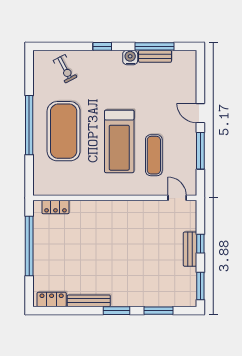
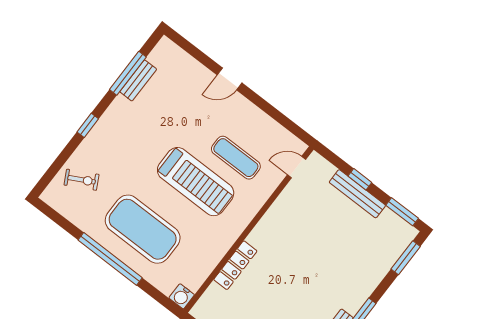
water cooler: (130, 57) -> (182, 296), moved, turned -90
window: (200, 151) -> (267, 108), removed
locker: (55, 207) -> (235, 265), moved, width x1.53
bench: (190, 249) -> (357, 194), width x1.36
window: (158, 311) -> (406, 258), moved

